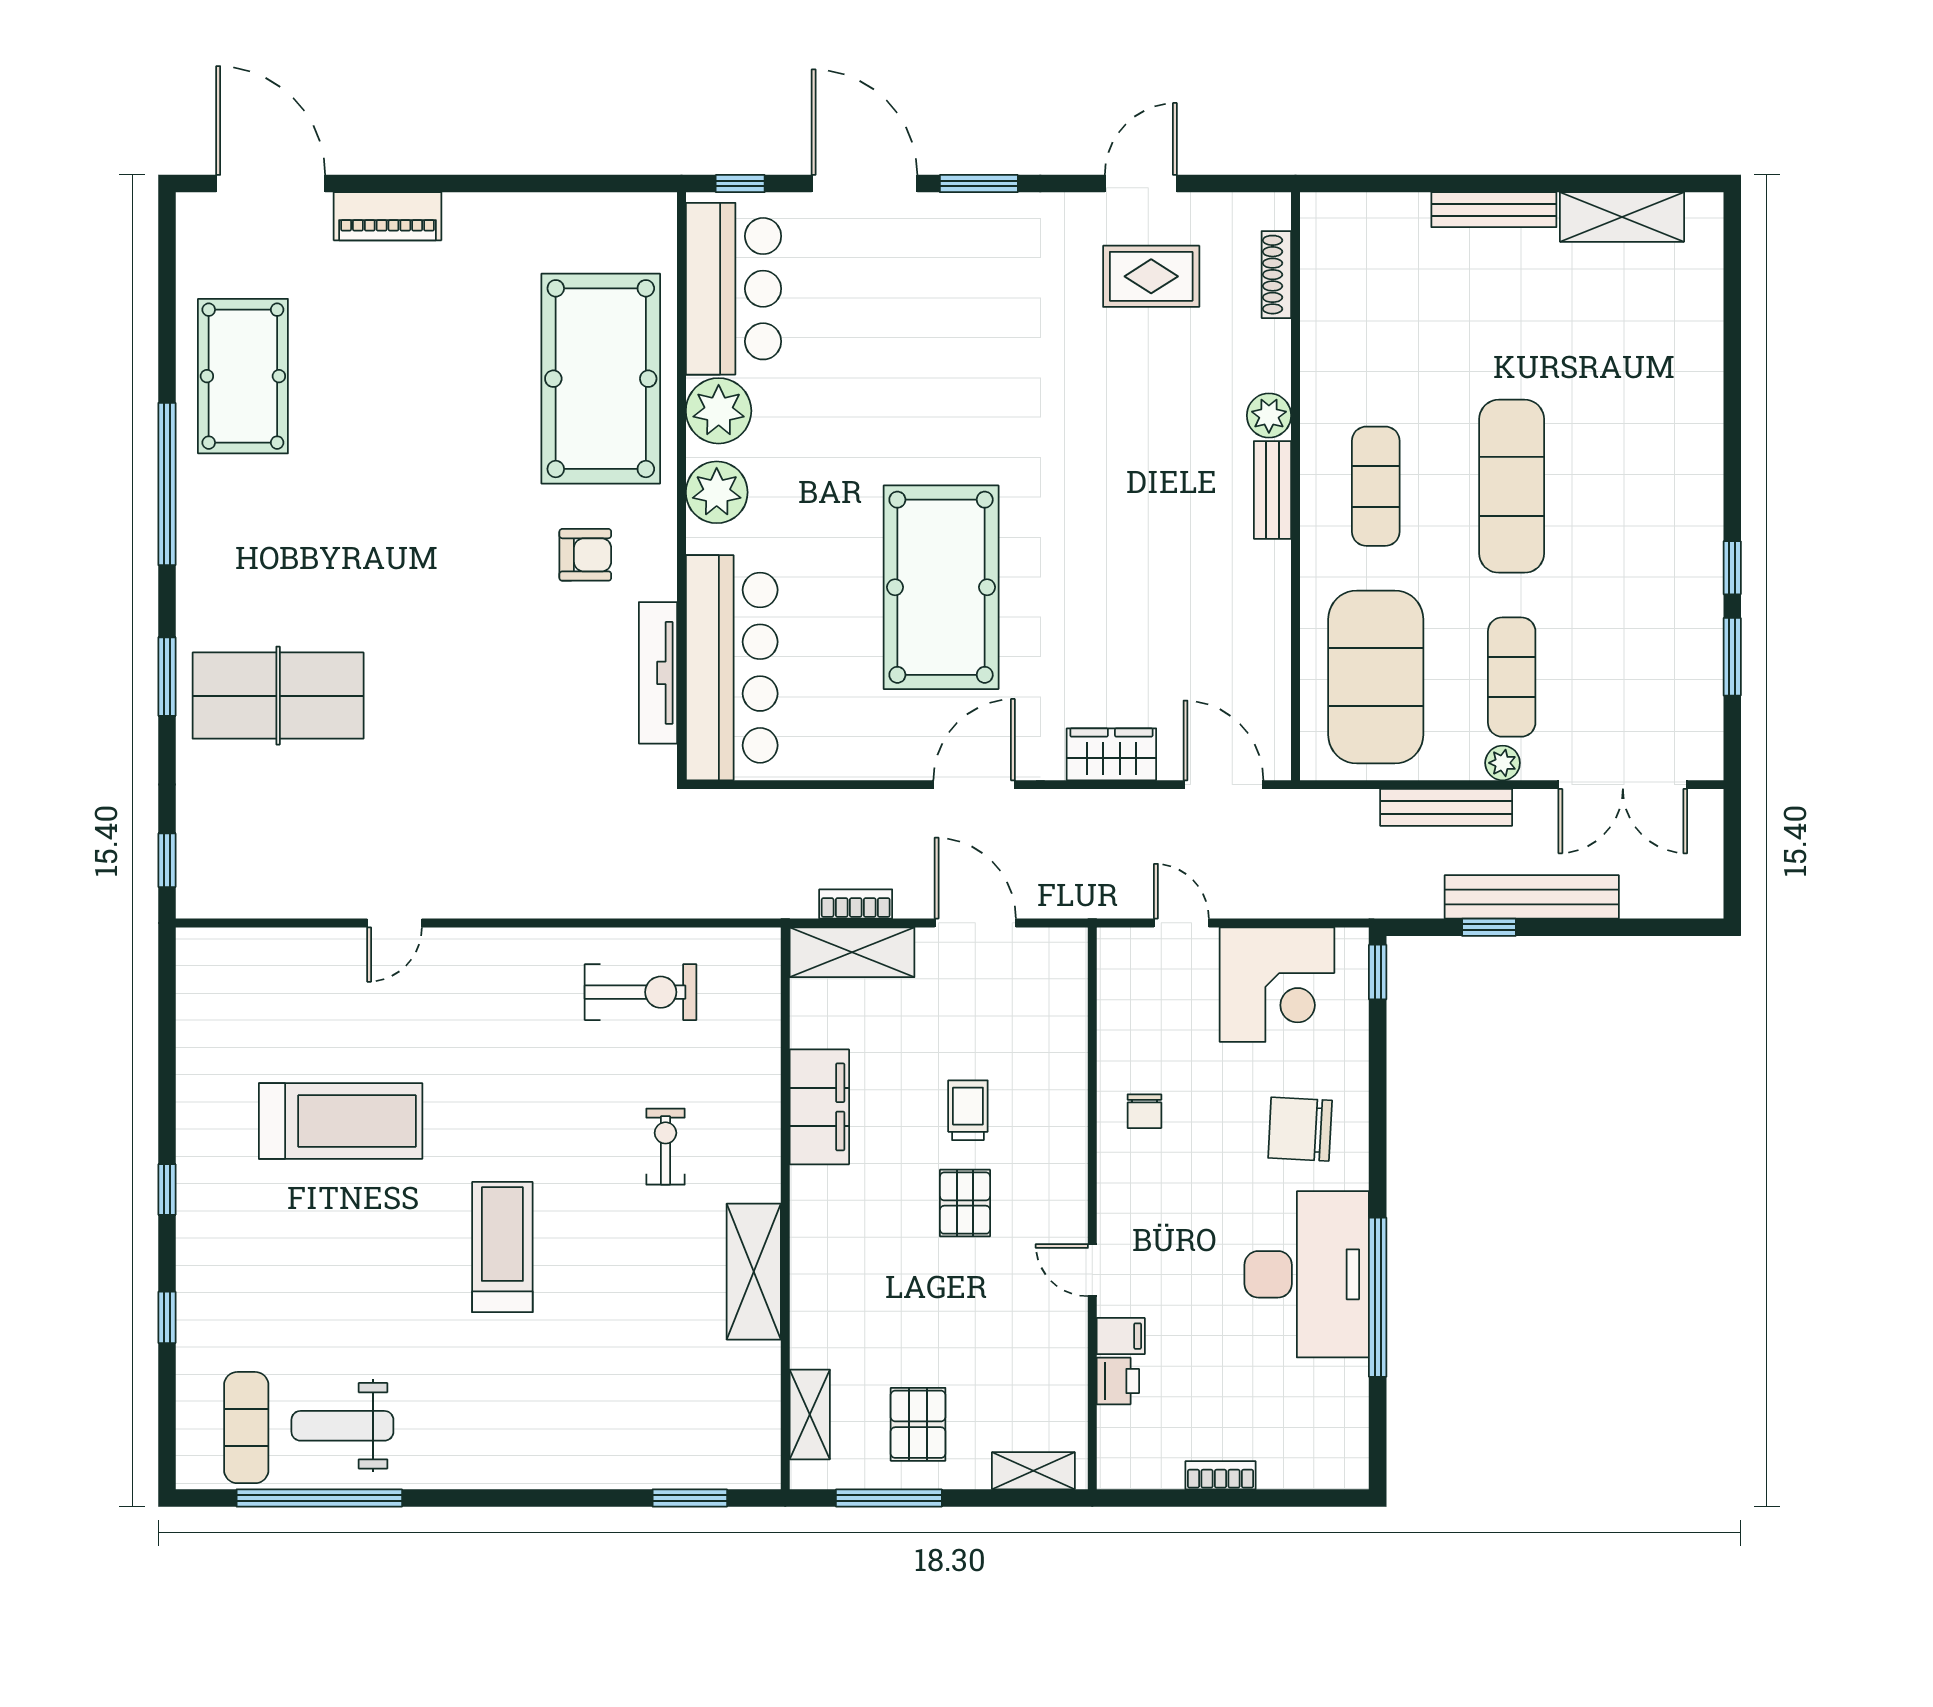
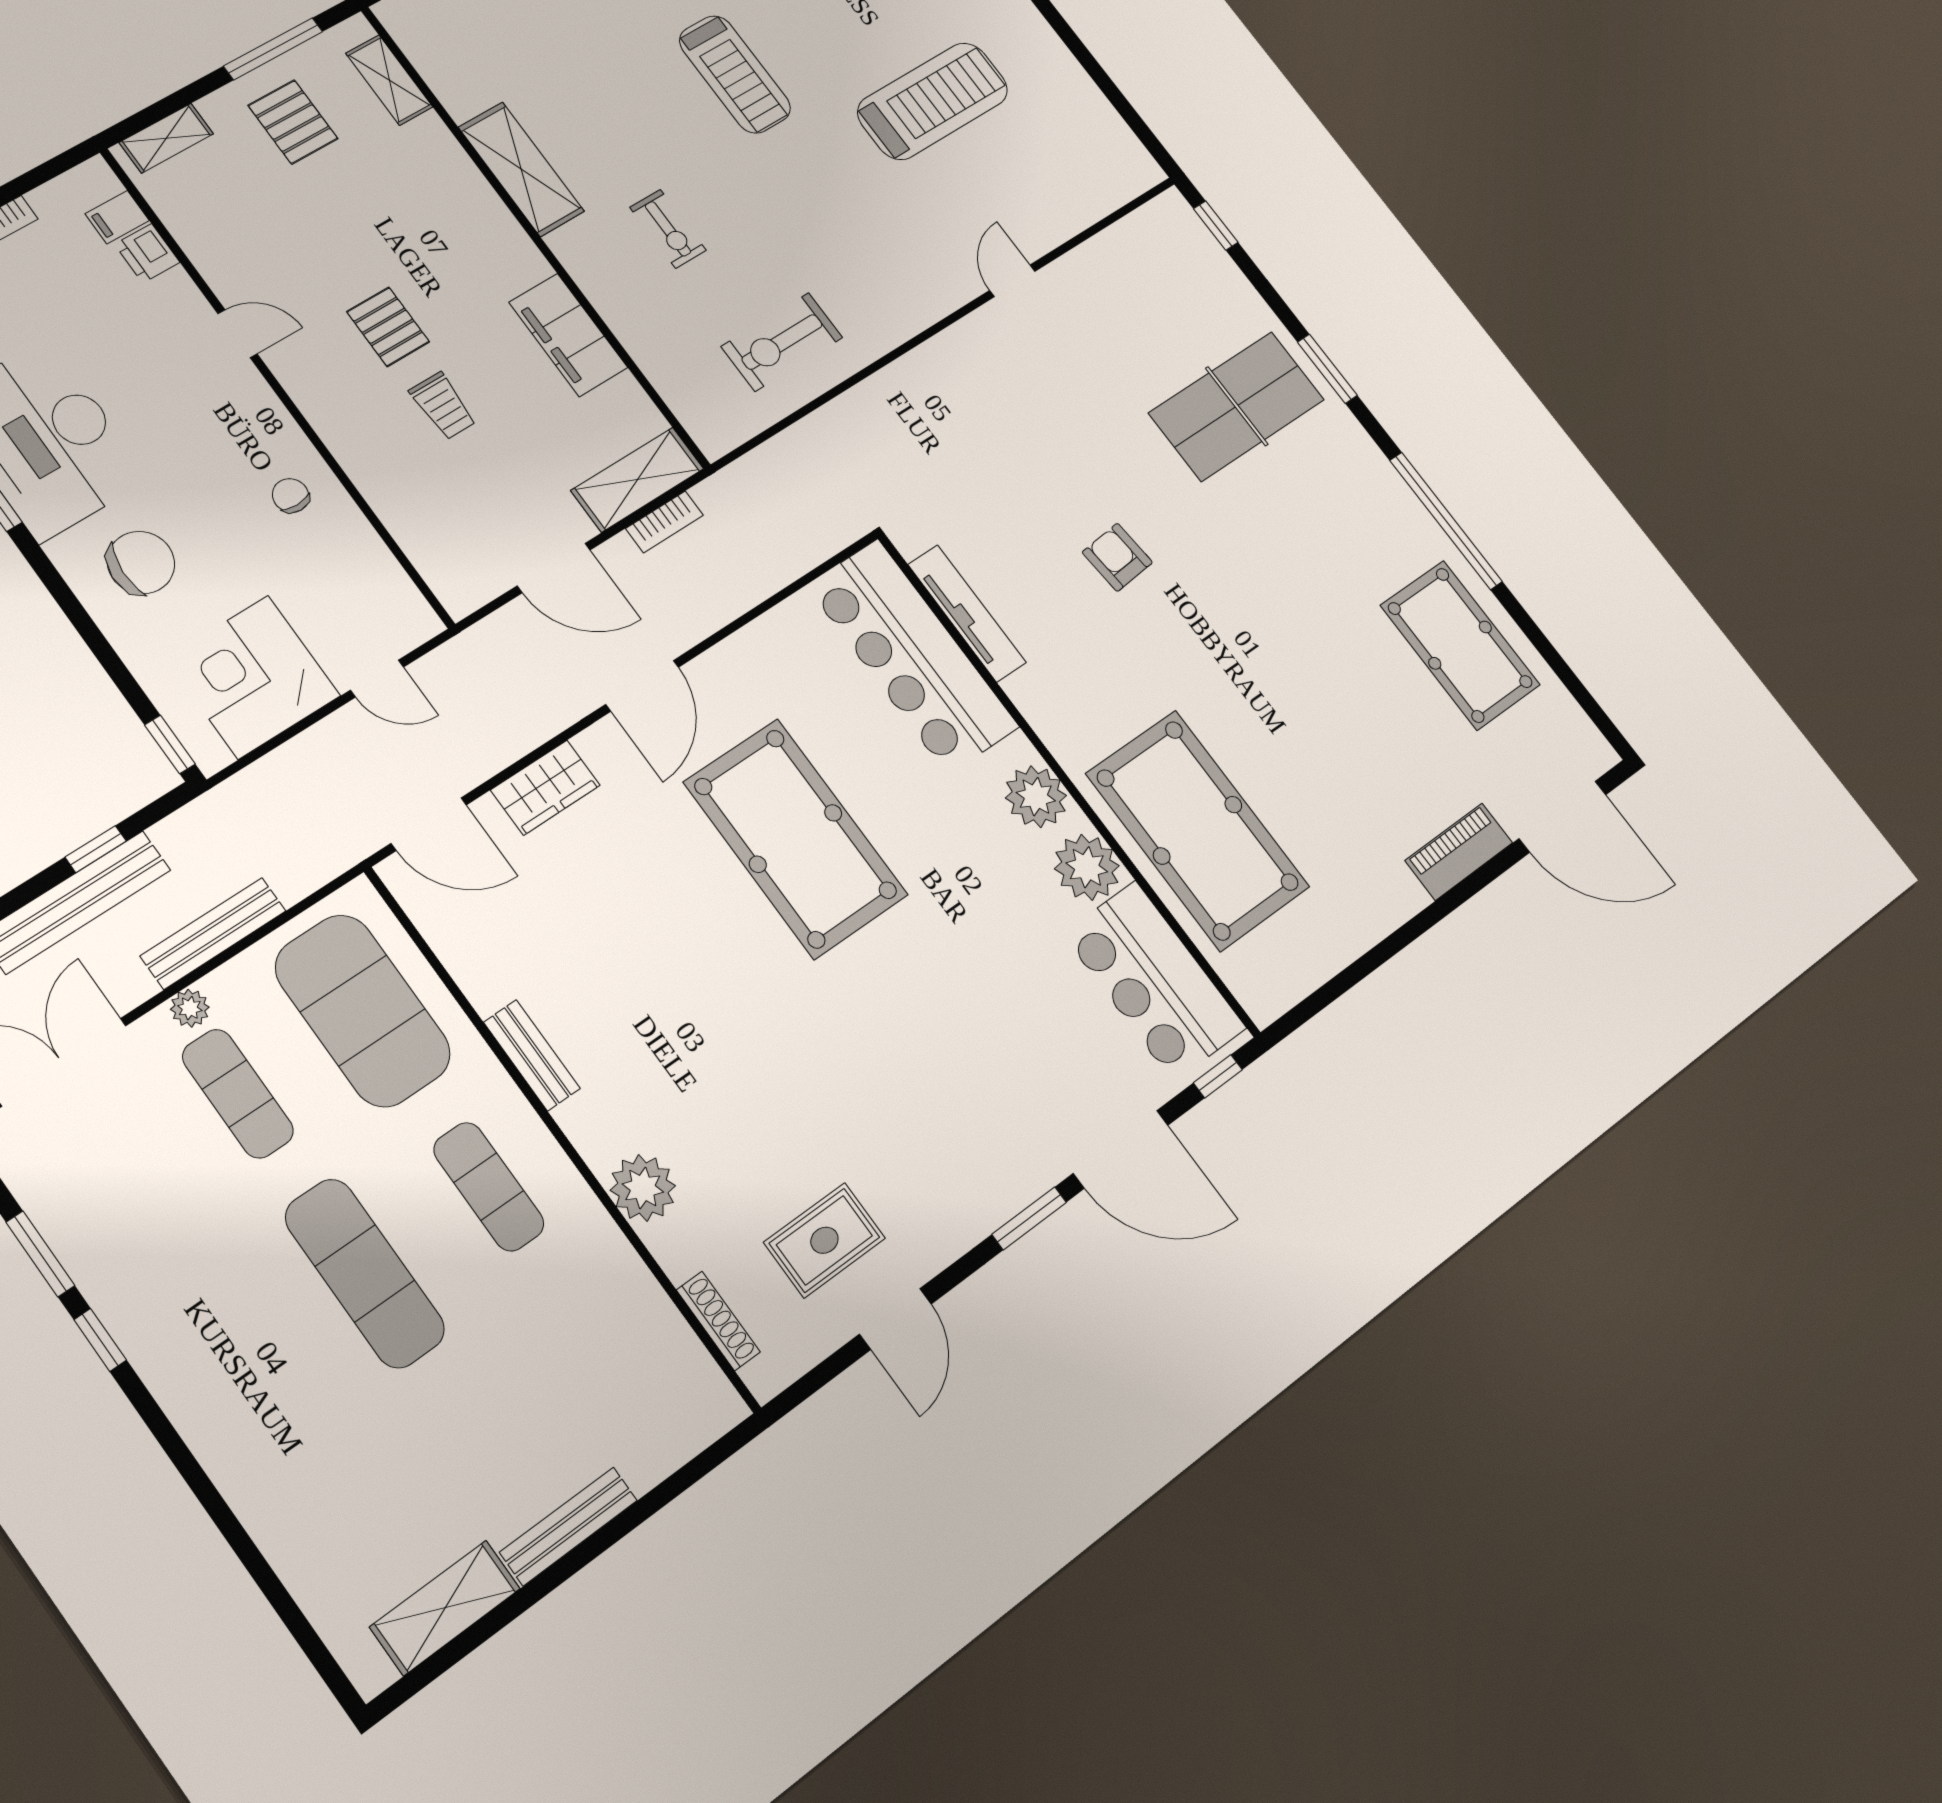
plant: (1269, 415) -> (643, 1188), width x1.36, depth x1.36
bench: (1272, 490) -> (532, 1055), moved
armchair: (585, 555) -> (1117, 557), moved, turned 85
treadmill: (341, 1121) -> (933, 101), turned 180
filing cabinet: (1121, 1336) -> (117, 217), moved

